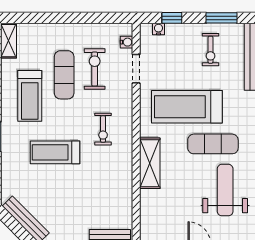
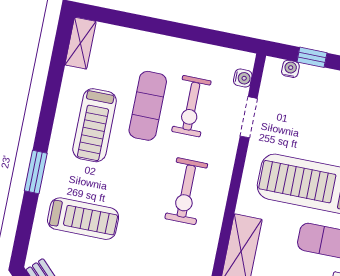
exercise bike: (95, 69) -> (191, 106), turned 180
exercise bike: (103, 129) -> (186, 191), width x1.38, depth x1.39
treadmill: (55, 152) -> (83, 219), moved, turned 180

